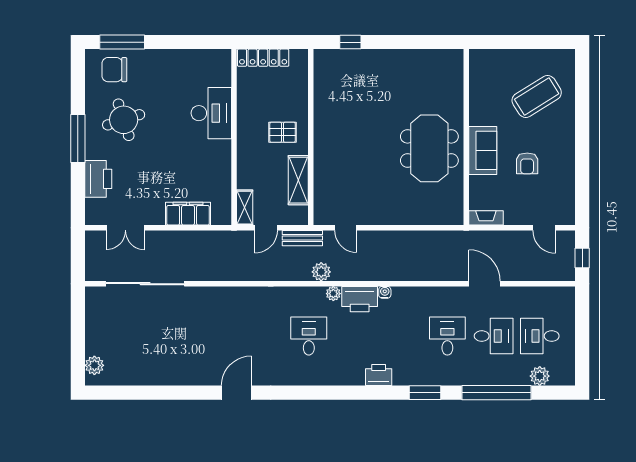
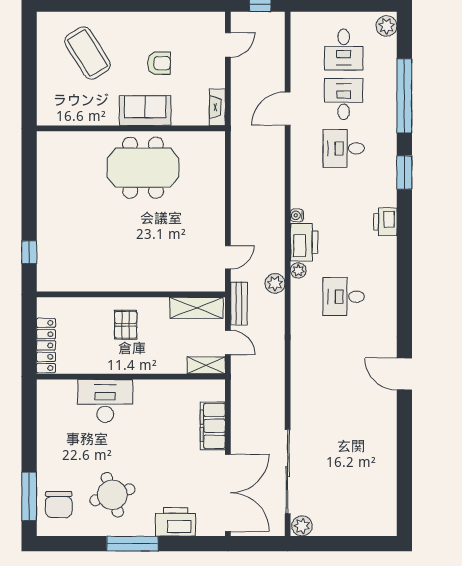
shelving: (298, 180) -> (196, 308), moved
double door: (125, 228) -> (228, 493), width x1.87
plant: (94, 365) -> (302, 526), moved
plant: (540, 376) -> (386, 26), moved

